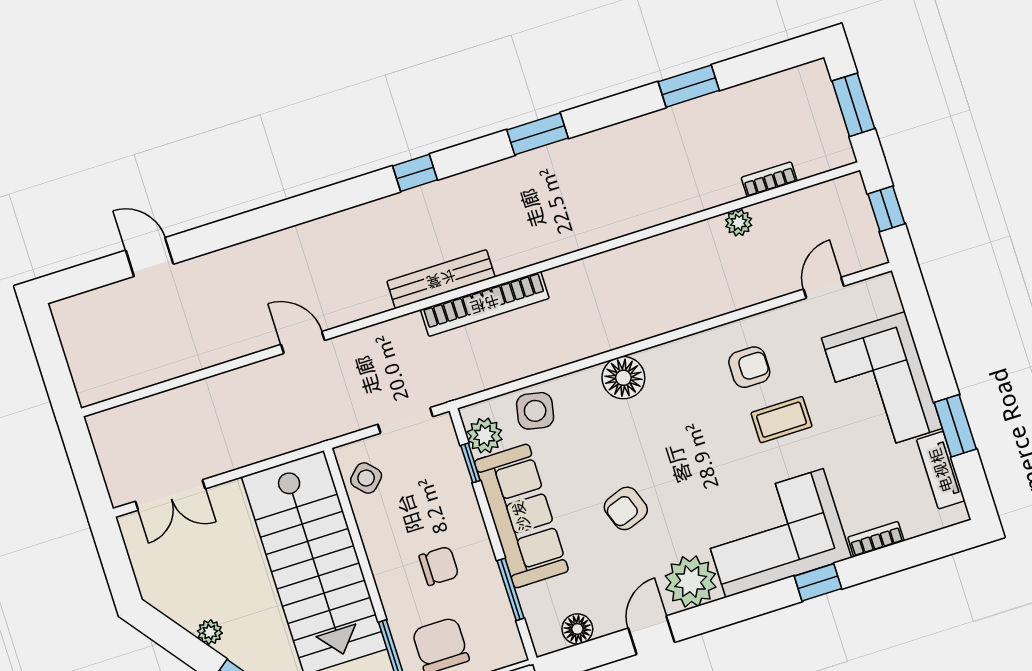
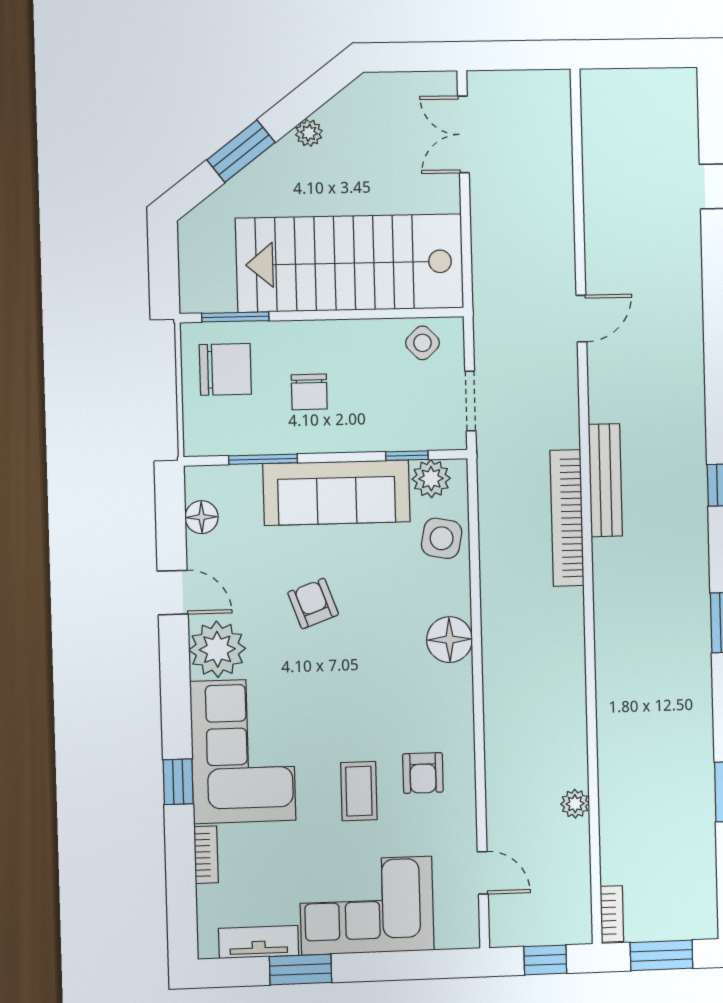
bookcase: (769, 179) -> (612, 914), moved

